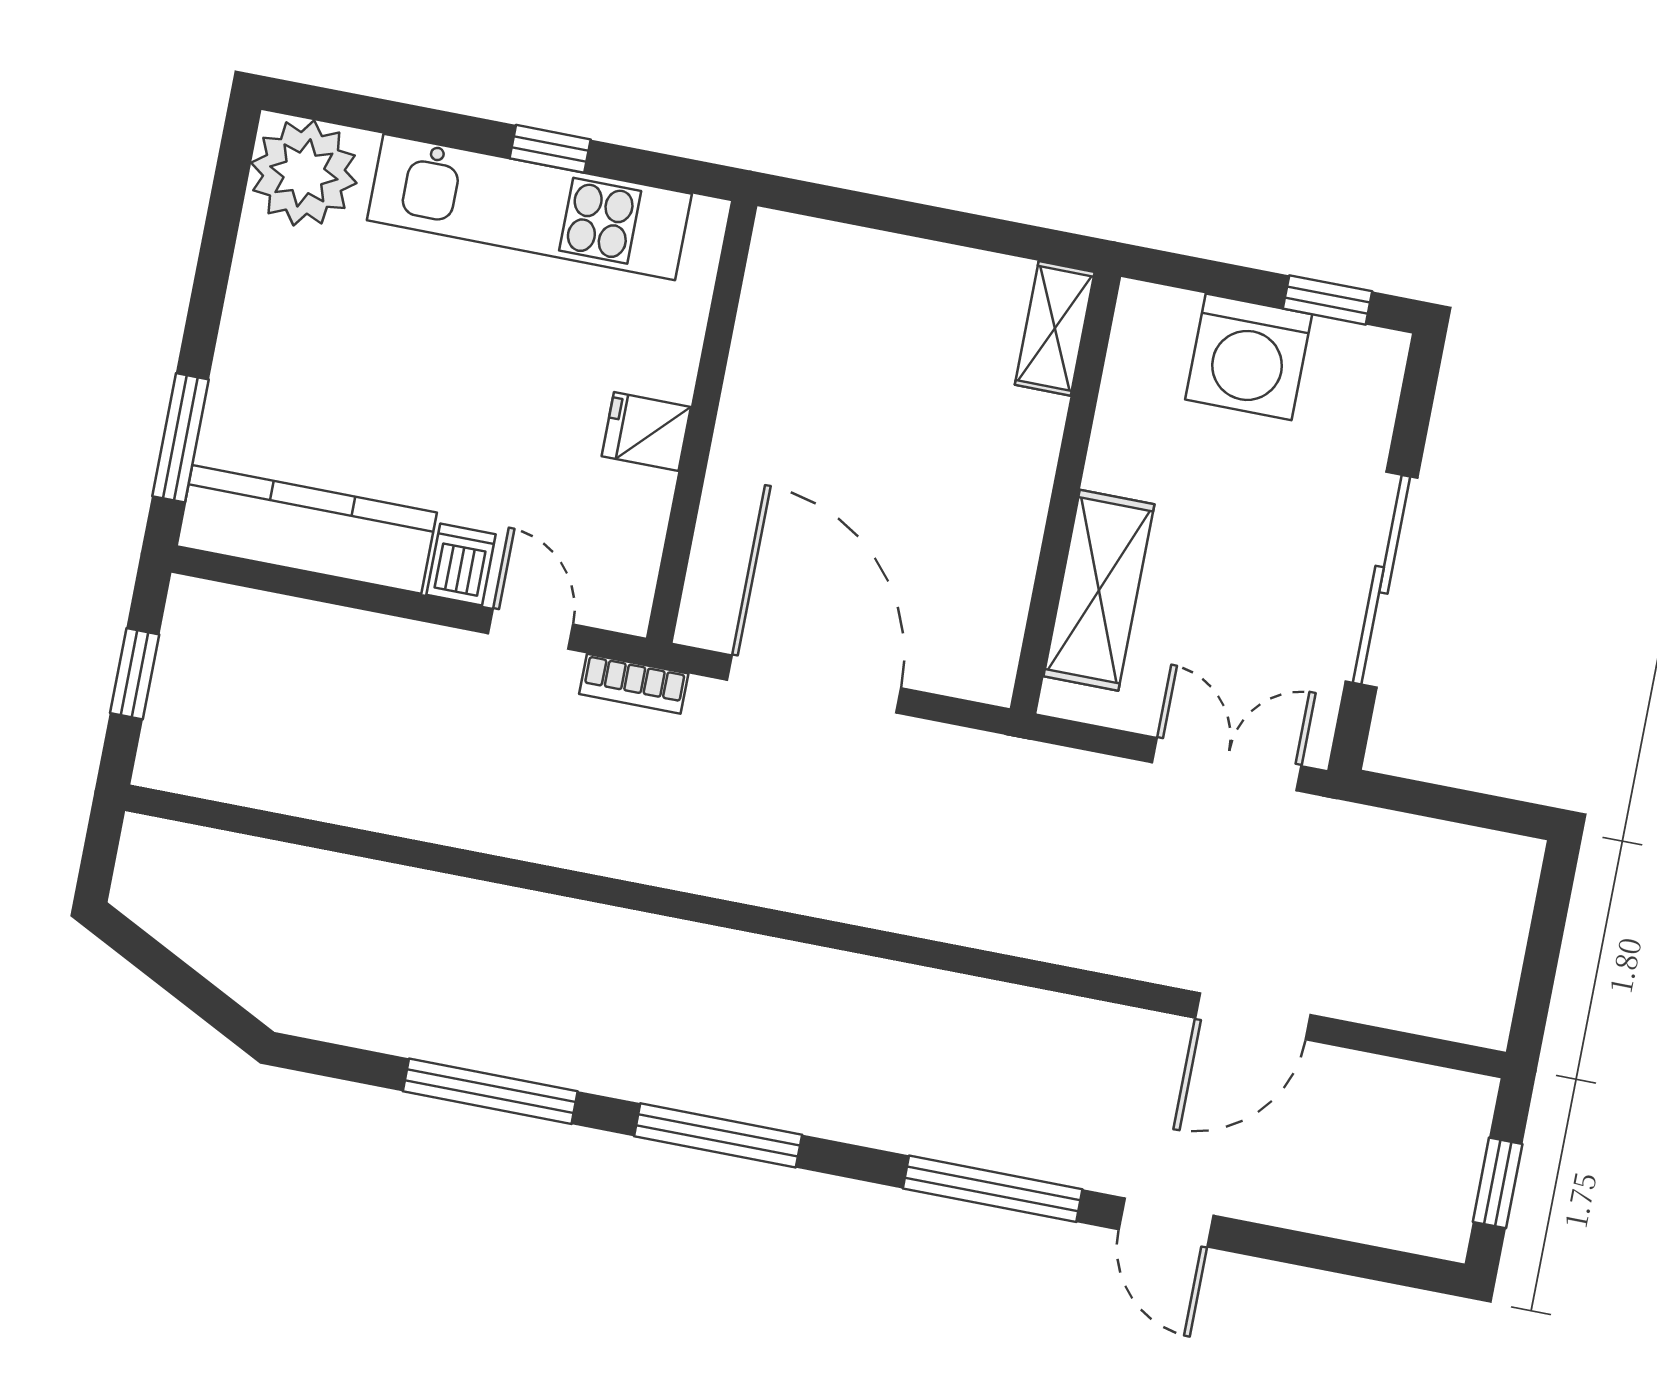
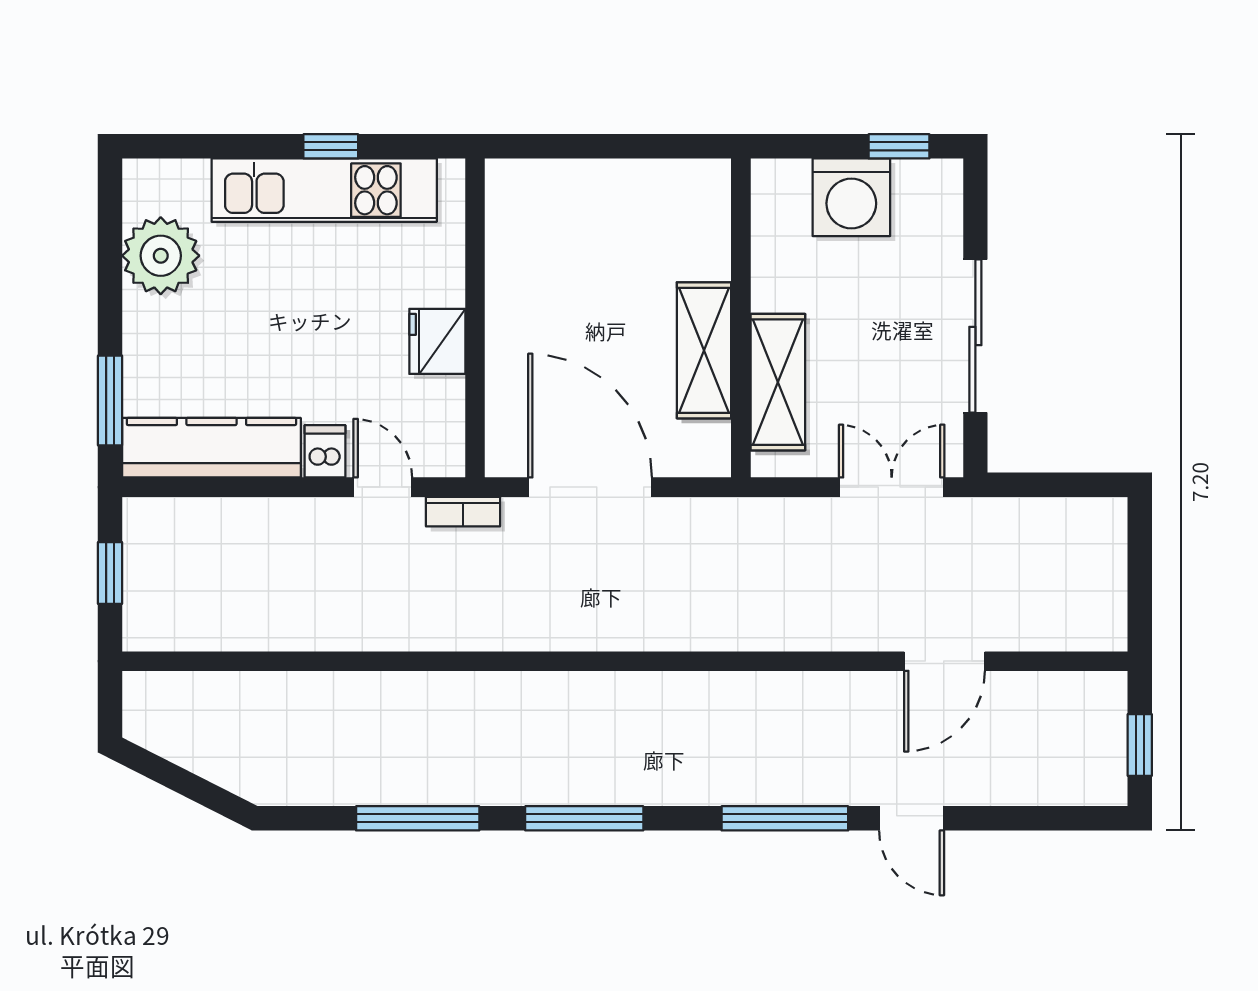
plant: (304, 173) -> (161, 256), moved
shelving: (1055, 328) -> (704, 350), moved, width x1.50, depth x1.33
fridge: (646, 432) -> (437, 341), width x1.38

